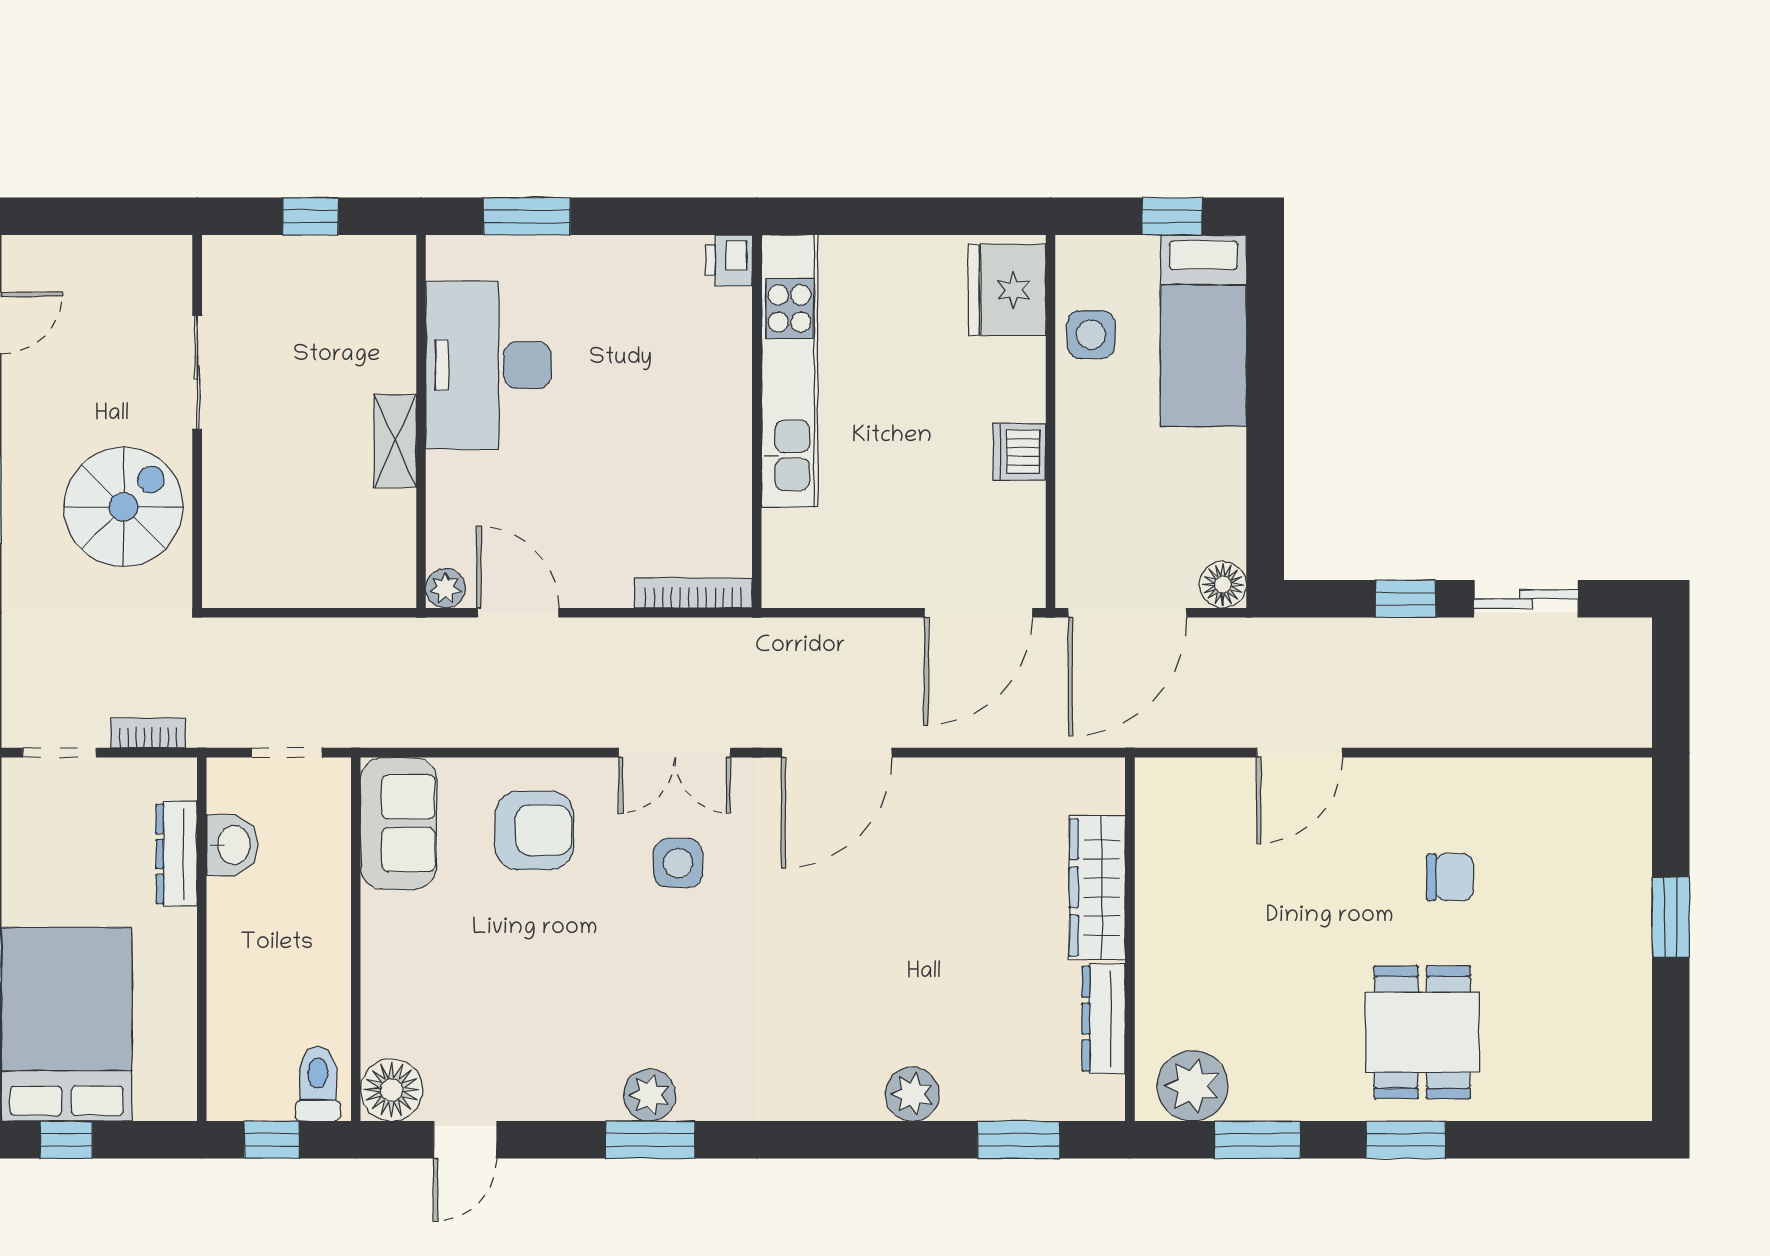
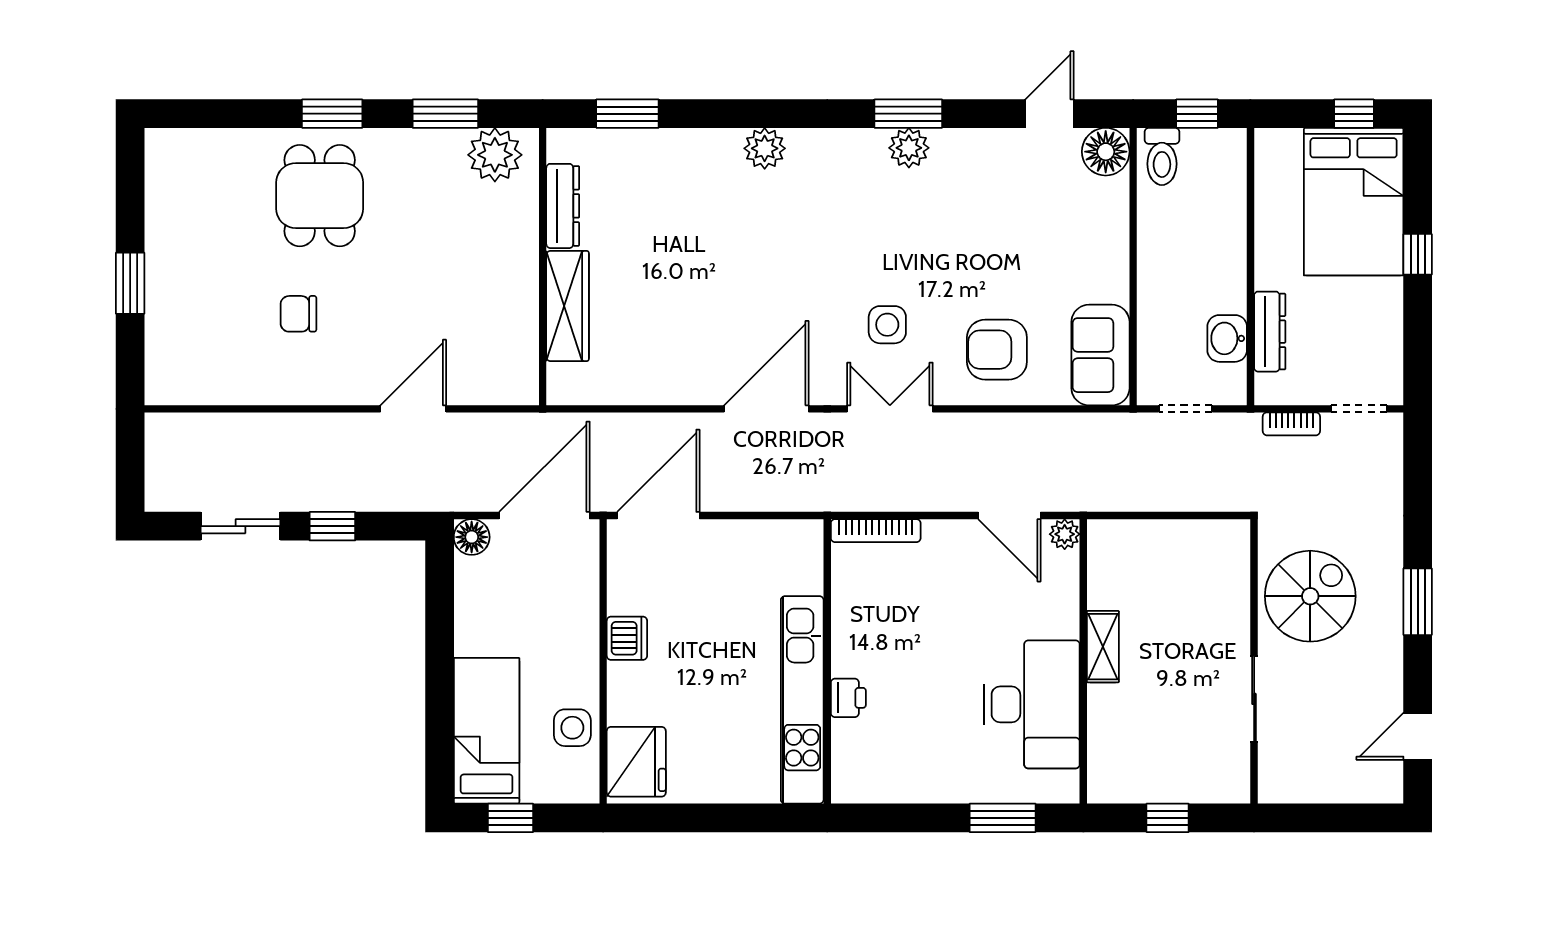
printer: (729, 260) -> (848, 698), moved
spiral stairs: (123, 507) -> (1310, 596), turned 180
plant: (912, 1094) -> (765, 148), moved

